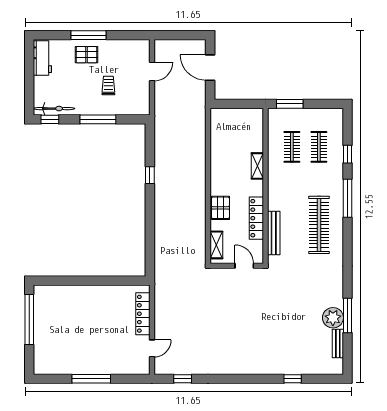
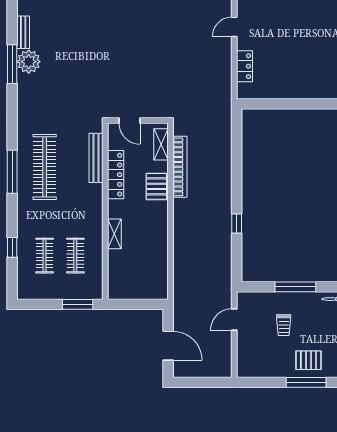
door: (152, 72) -> (234, 319), moved
window: (348, 198) -> (12, 172), moved
bookcase: (200, 225) -> (180, 167), added
locker: (143, 314) -> (245, 66), width x0.66

